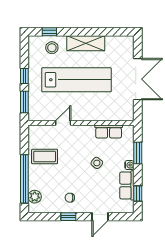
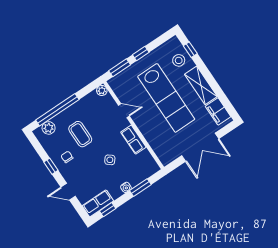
filing cabinet: (118, 44) -> (218, 111), added
plant: (33, 130) -> (102, 91), added
row of seats: (109, 131) -> (133, 140), moved
coffee table: (45, 156) -> (80, 134), moved
row of seats: (127, 185) -> (98, 203), moved

